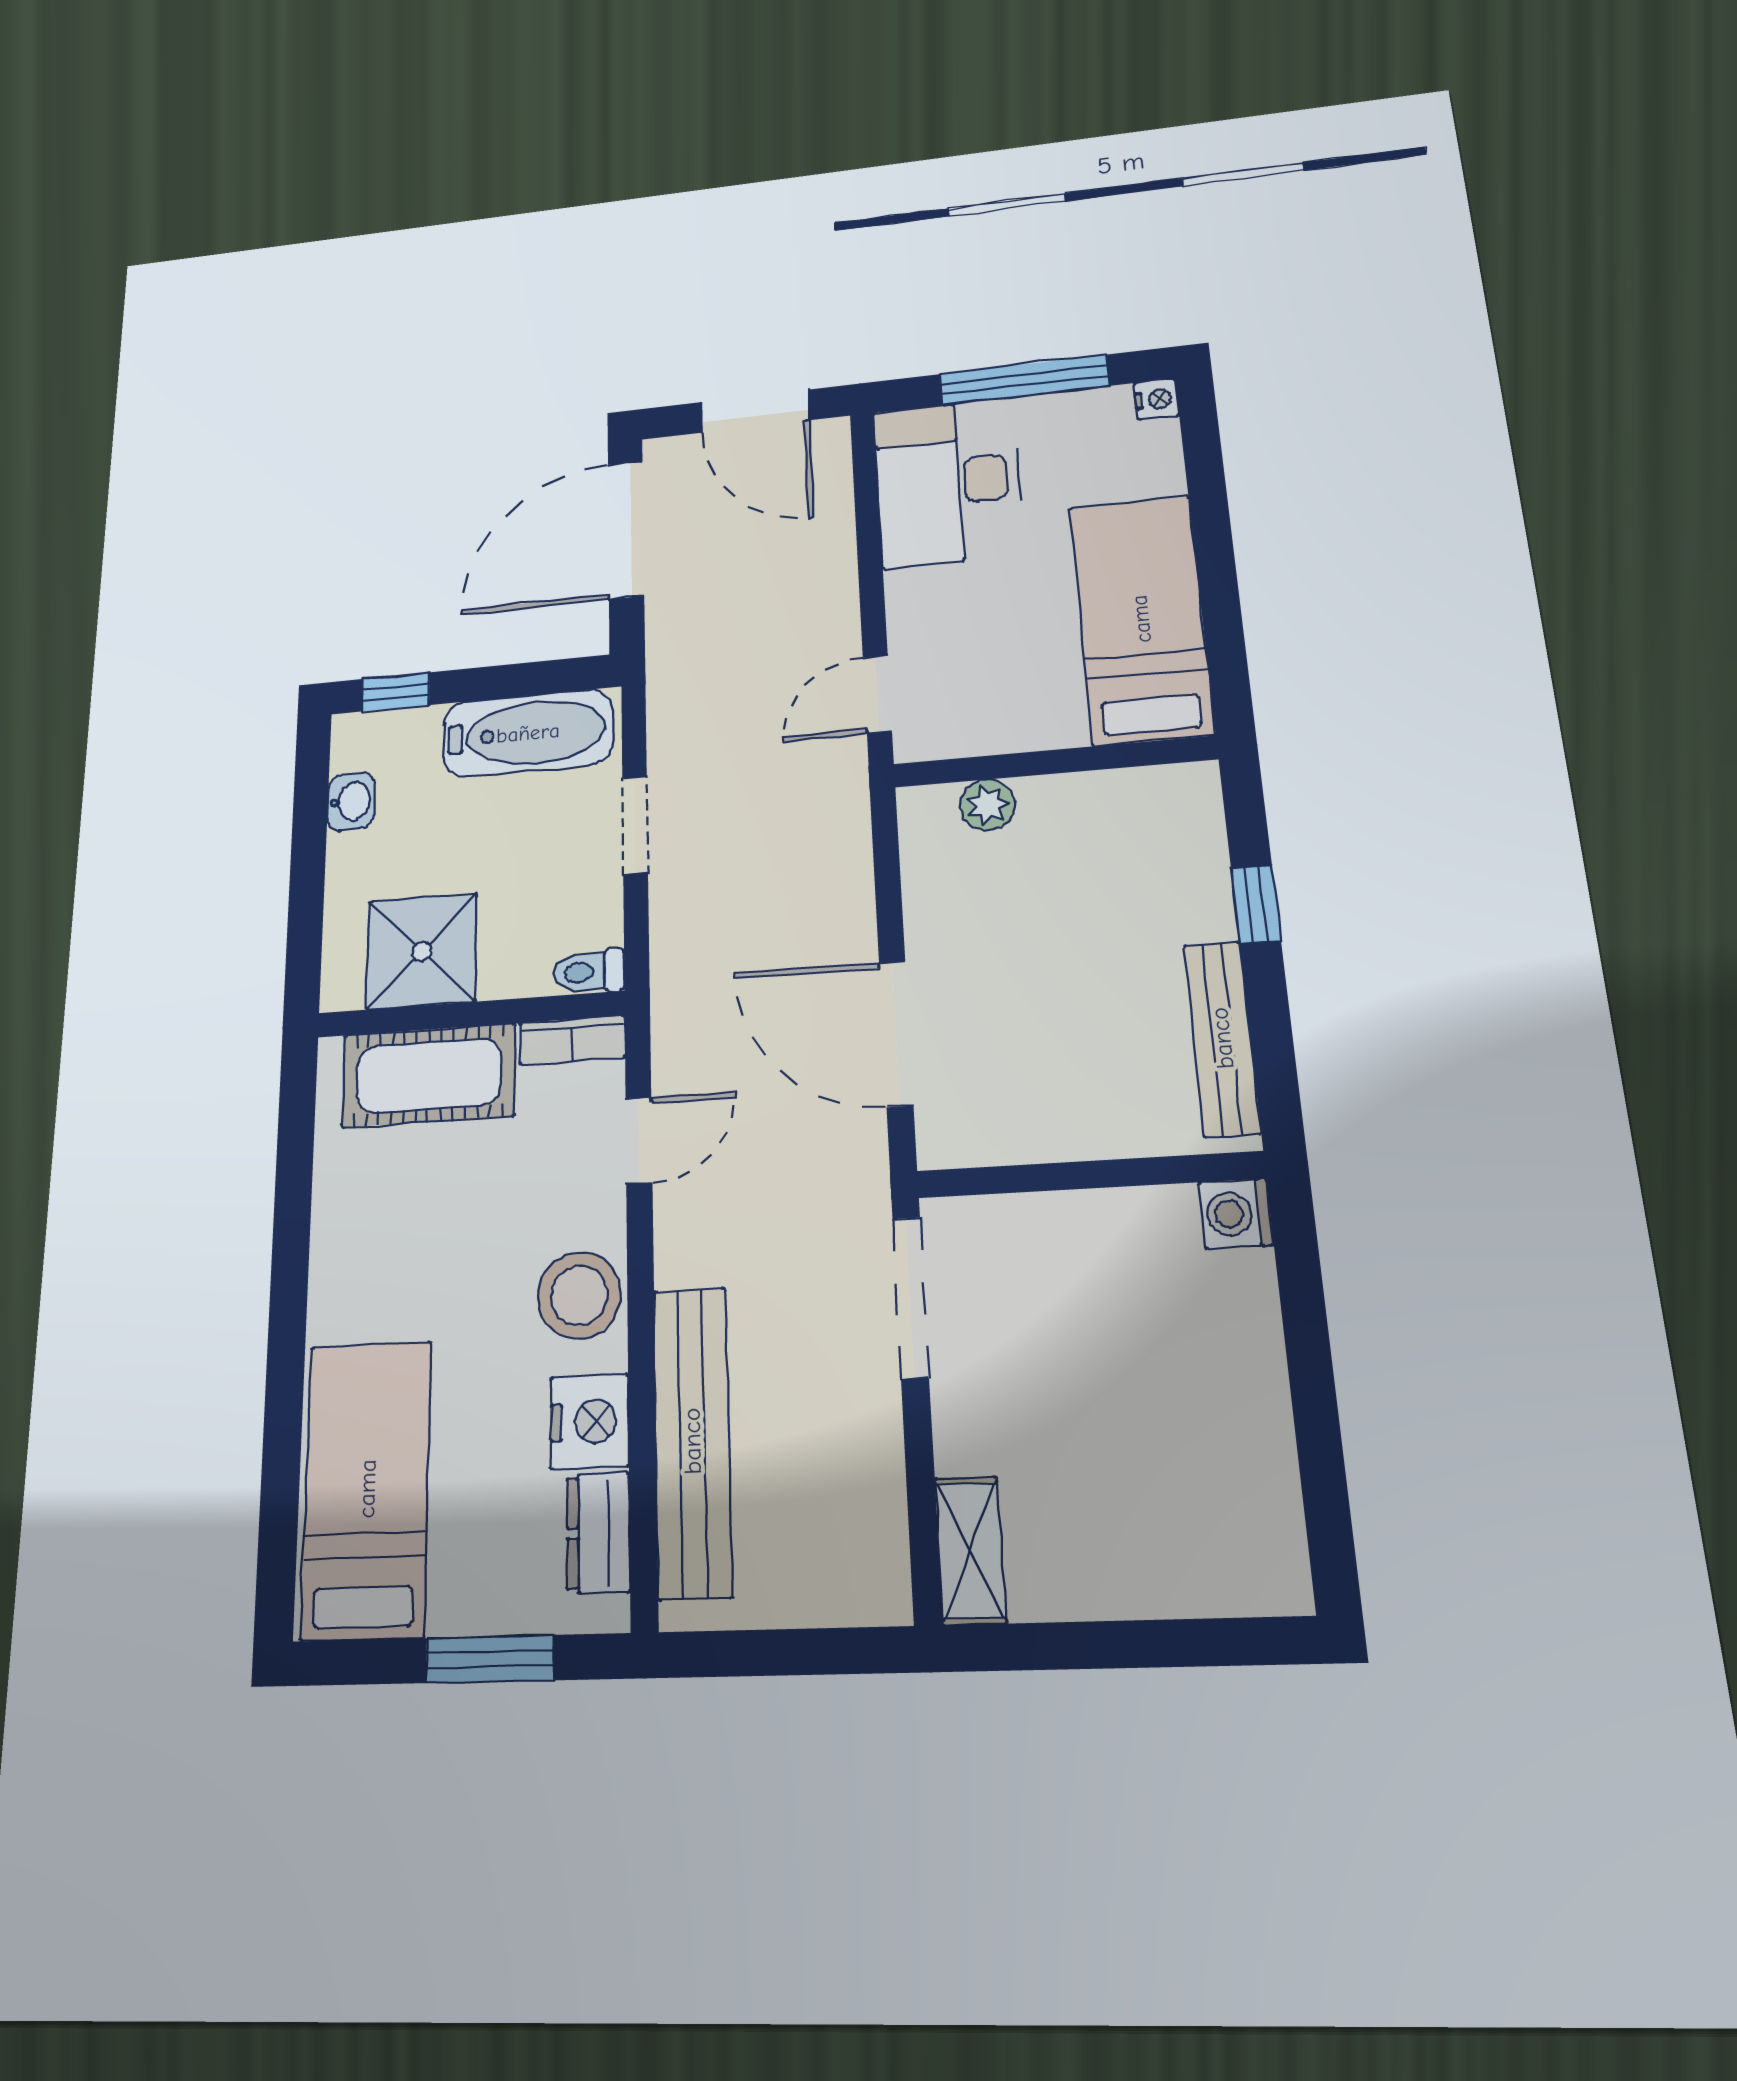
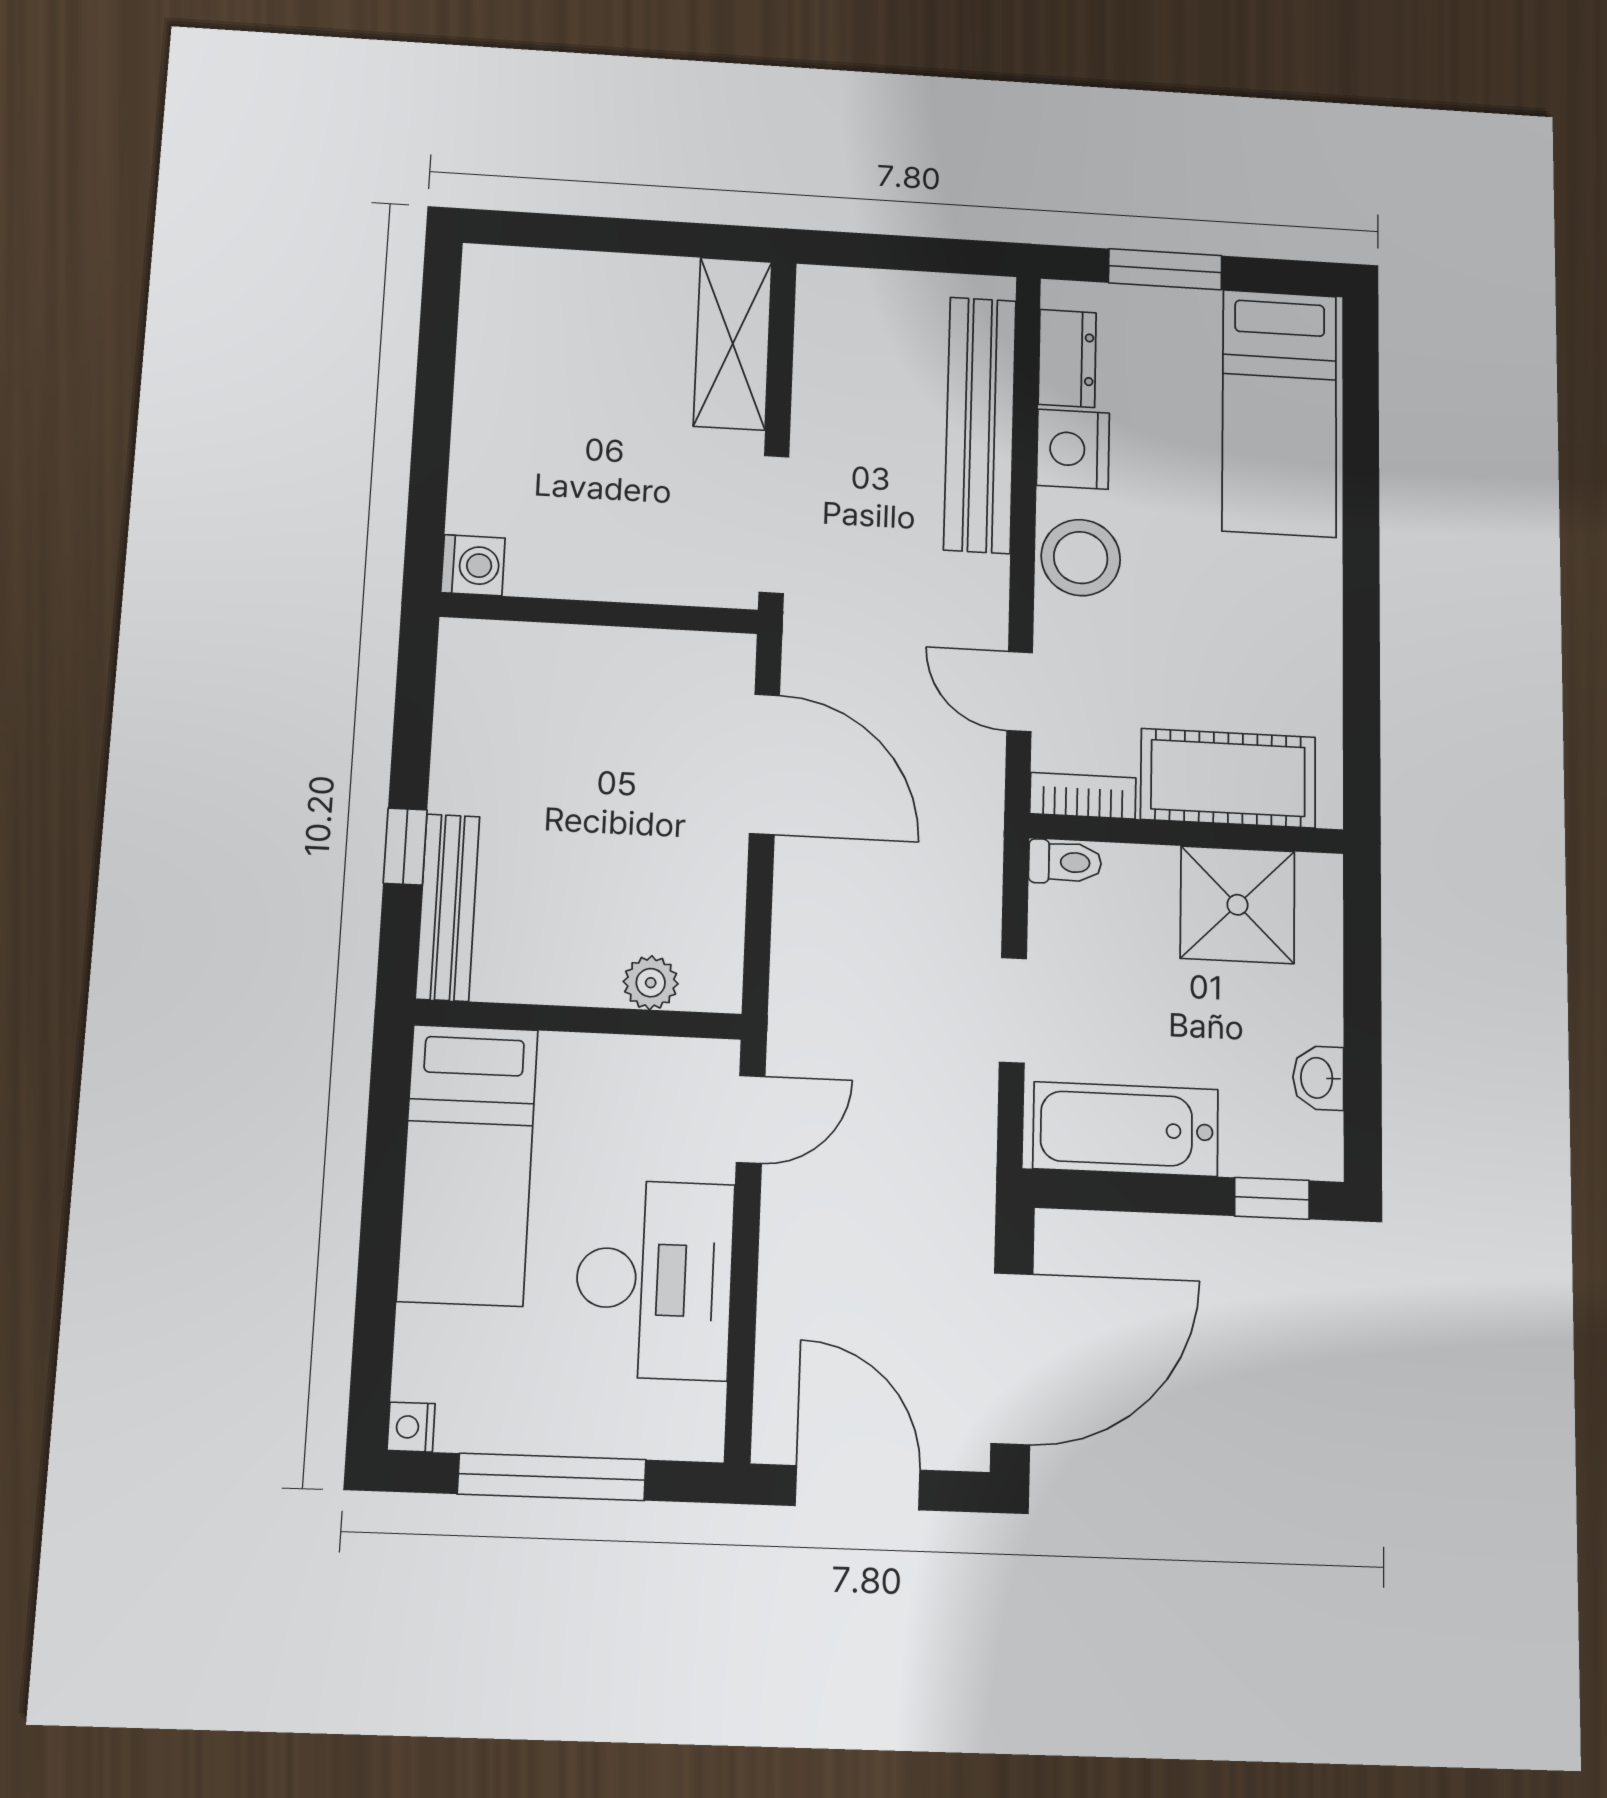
desk: (948, 482) -> (654, 1279), moved
bench: (1222, 1038) -> (448, 907), moved
door: (639, 1141) -> (1020, 691), hinge flipped
shelving: (970, 1550) -> (733, 344), width x1.50, depth x1.33

